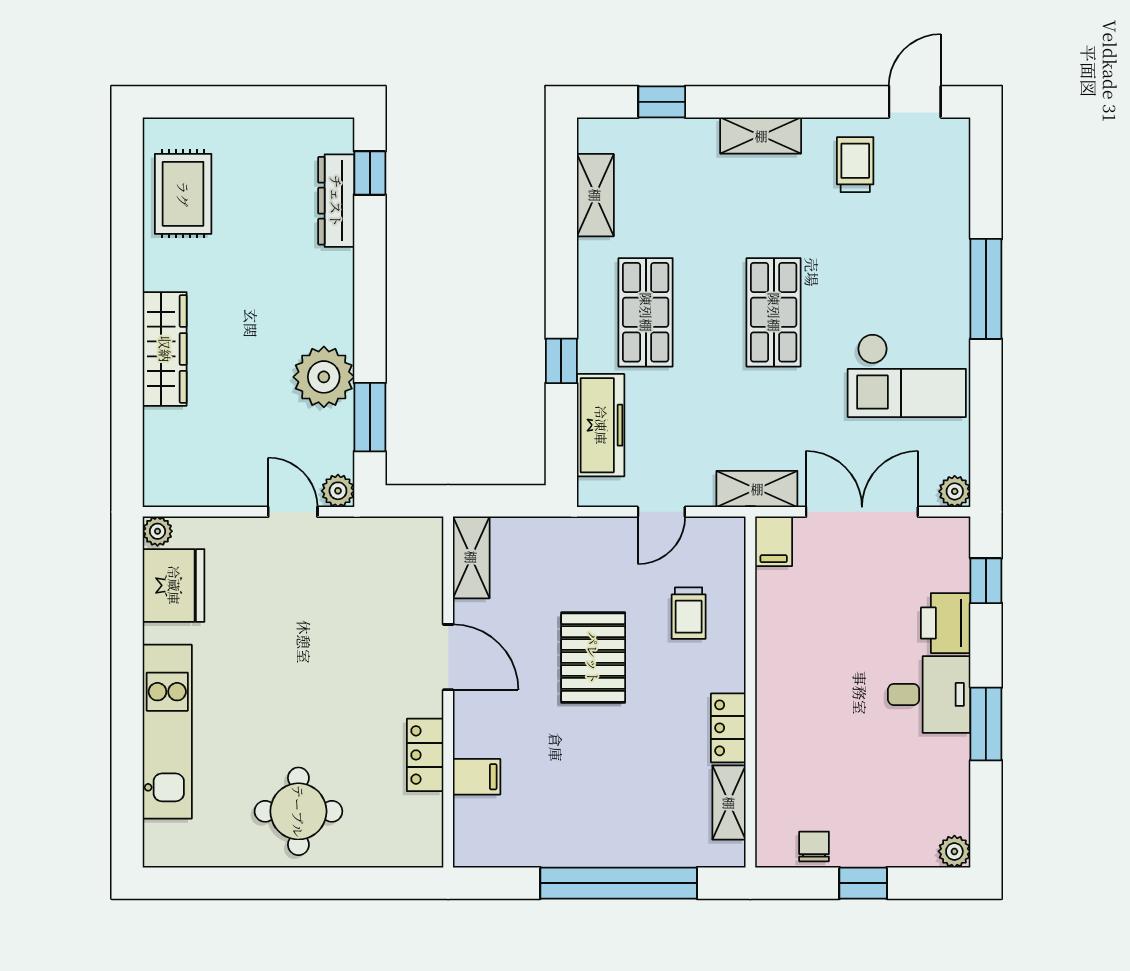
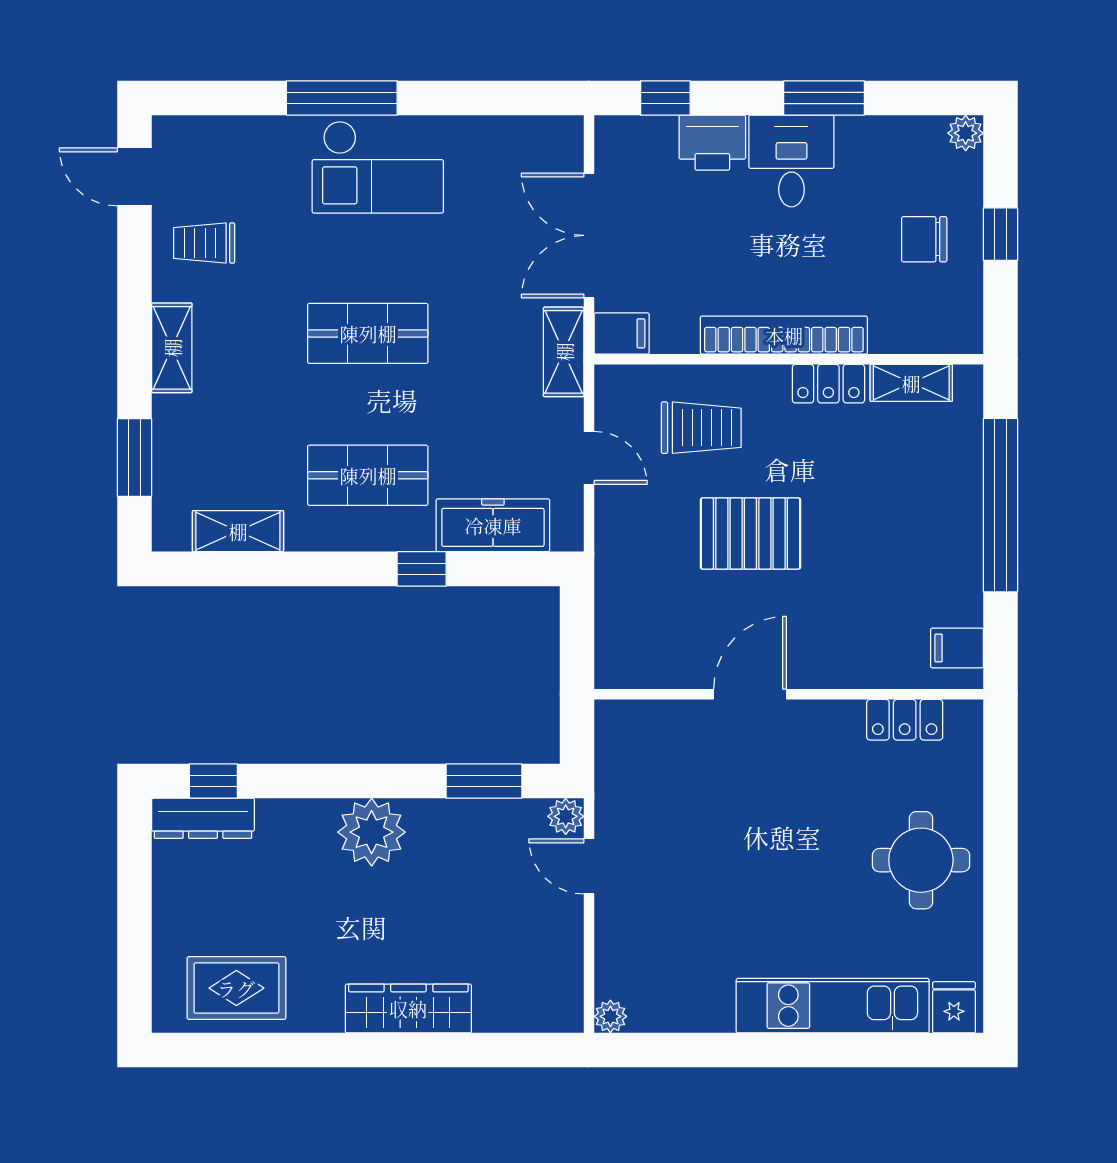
window: (662, 102) -> (134, 458), width x1.50
dresser: (336, 201) -> (203, 818), moved
checkout: (907, 375) -> (378, 167), moved, turned 90
plant: (324, 377) -> (372, 832), moved
plant: (955, 491) -> (566, 133), removed
door: (293, 512) -> (589, 866), hinge flipped
shelving: (471, 557) -> (639, 669), removed
fridge: (174, 585) -> (954, 1007), moved, width x0.53, depth x0.75
trolley: (689, 613) -> (701, 428), width x1.36, depth x1.39
bookcase: (772, 688) -> (784, 335), added
locker: (425, 755) -> (905, 720), moved
filing cabinet: (477, 777) -> (957, 648), moved, turned -90
chair: (814, 846) -> (924, 239), moved, width x1.37, depth x1.37

